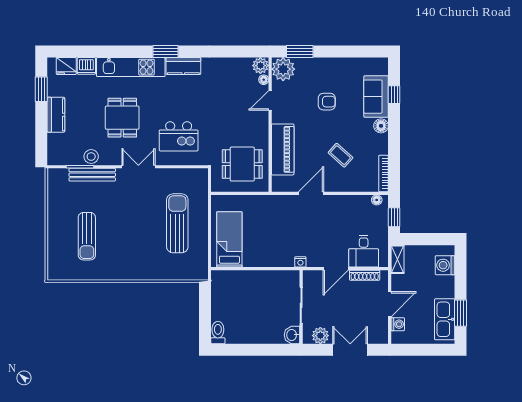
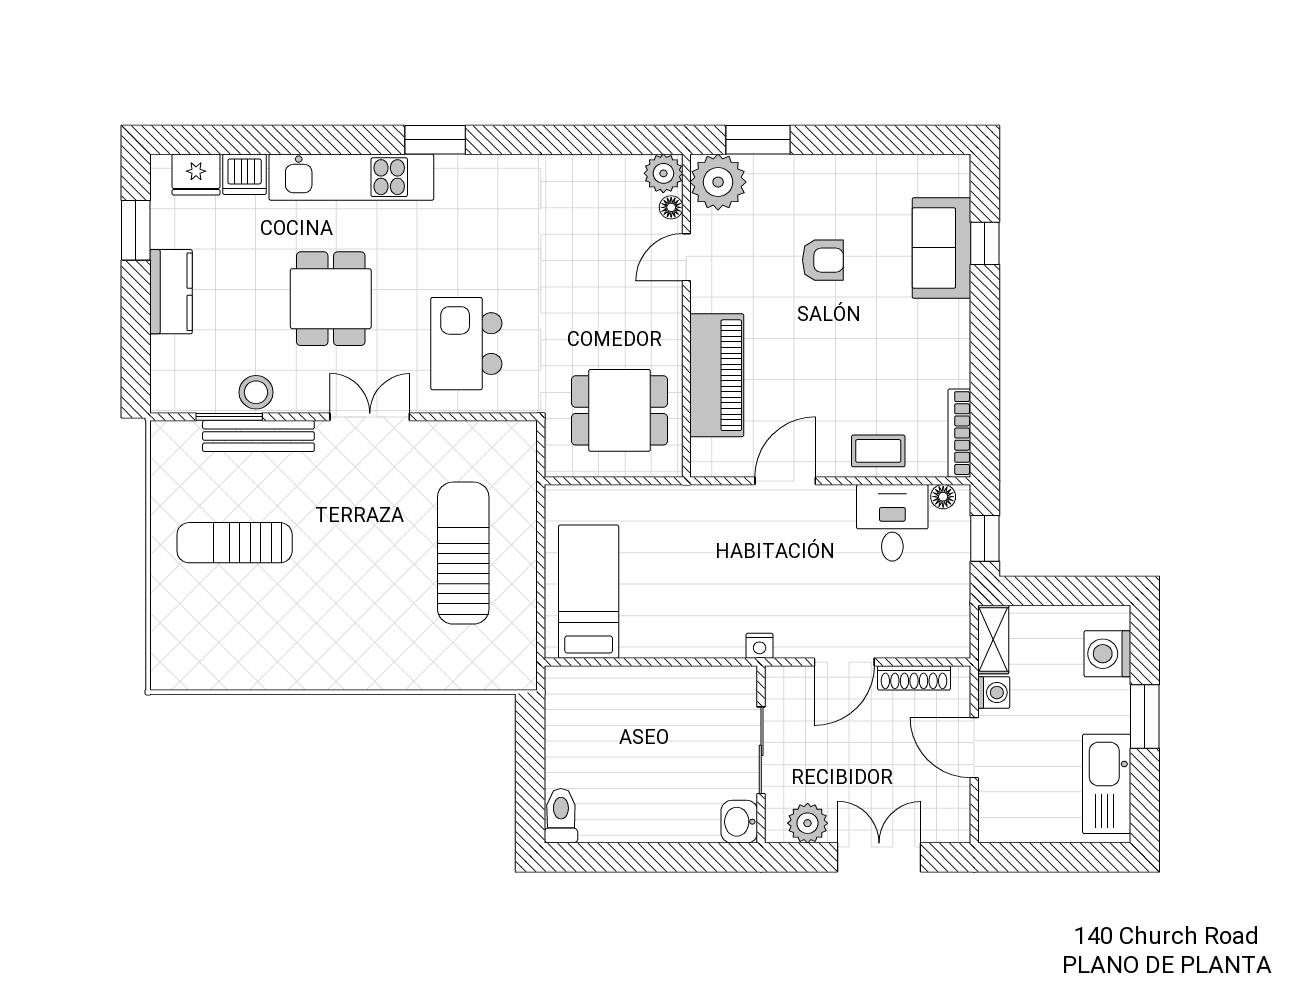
kitchen counter: (183, 66) -> (478, 175), removed
floor lamp: (381, 126) -> (953, 318), removed
kitchen island: (179, 136) -> (466, 344), turned 90
coffee table: (340, 155) -> (878, 451), moved, turned -42
sun lounger: (87, 236) -> (235, 543), moved, turned 90
desk: (364, 251) -> (892, 523), moved, turned 180
door: (390, 304) -> (974, 748), swing flipped
window: (461, 313) -> (1145, 717), moved
washing machine: (398, 324) -> (994, 693), moved

